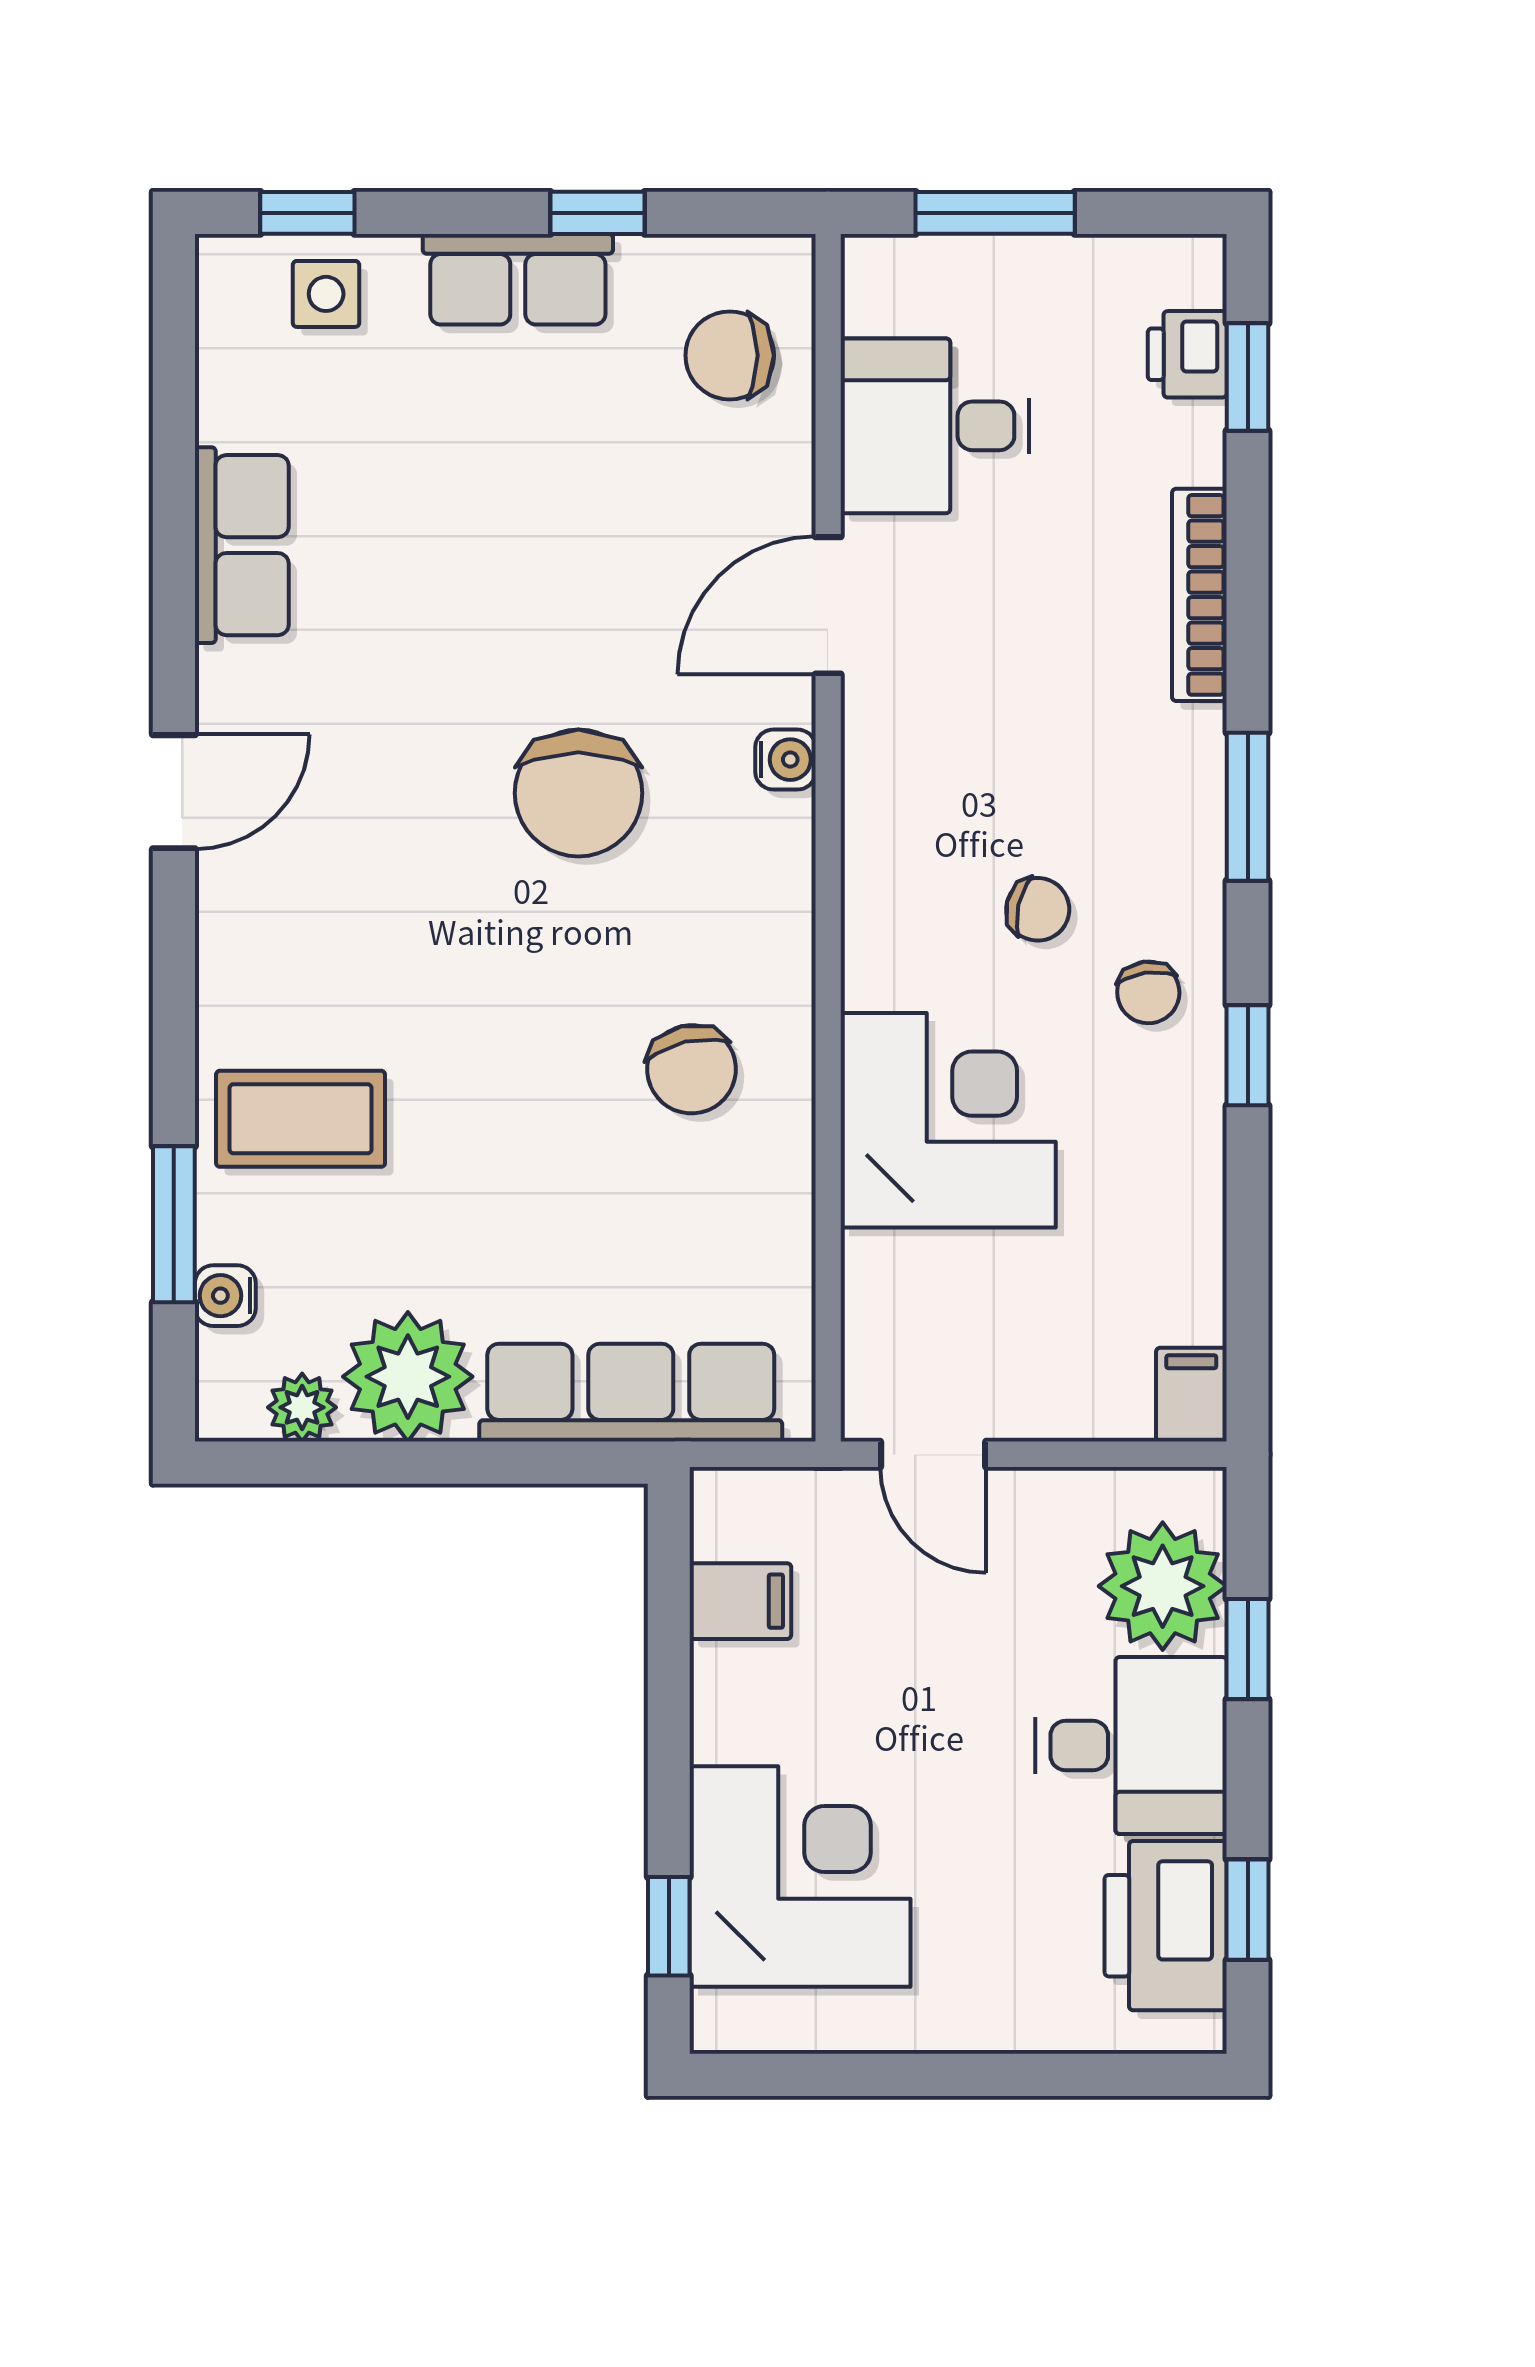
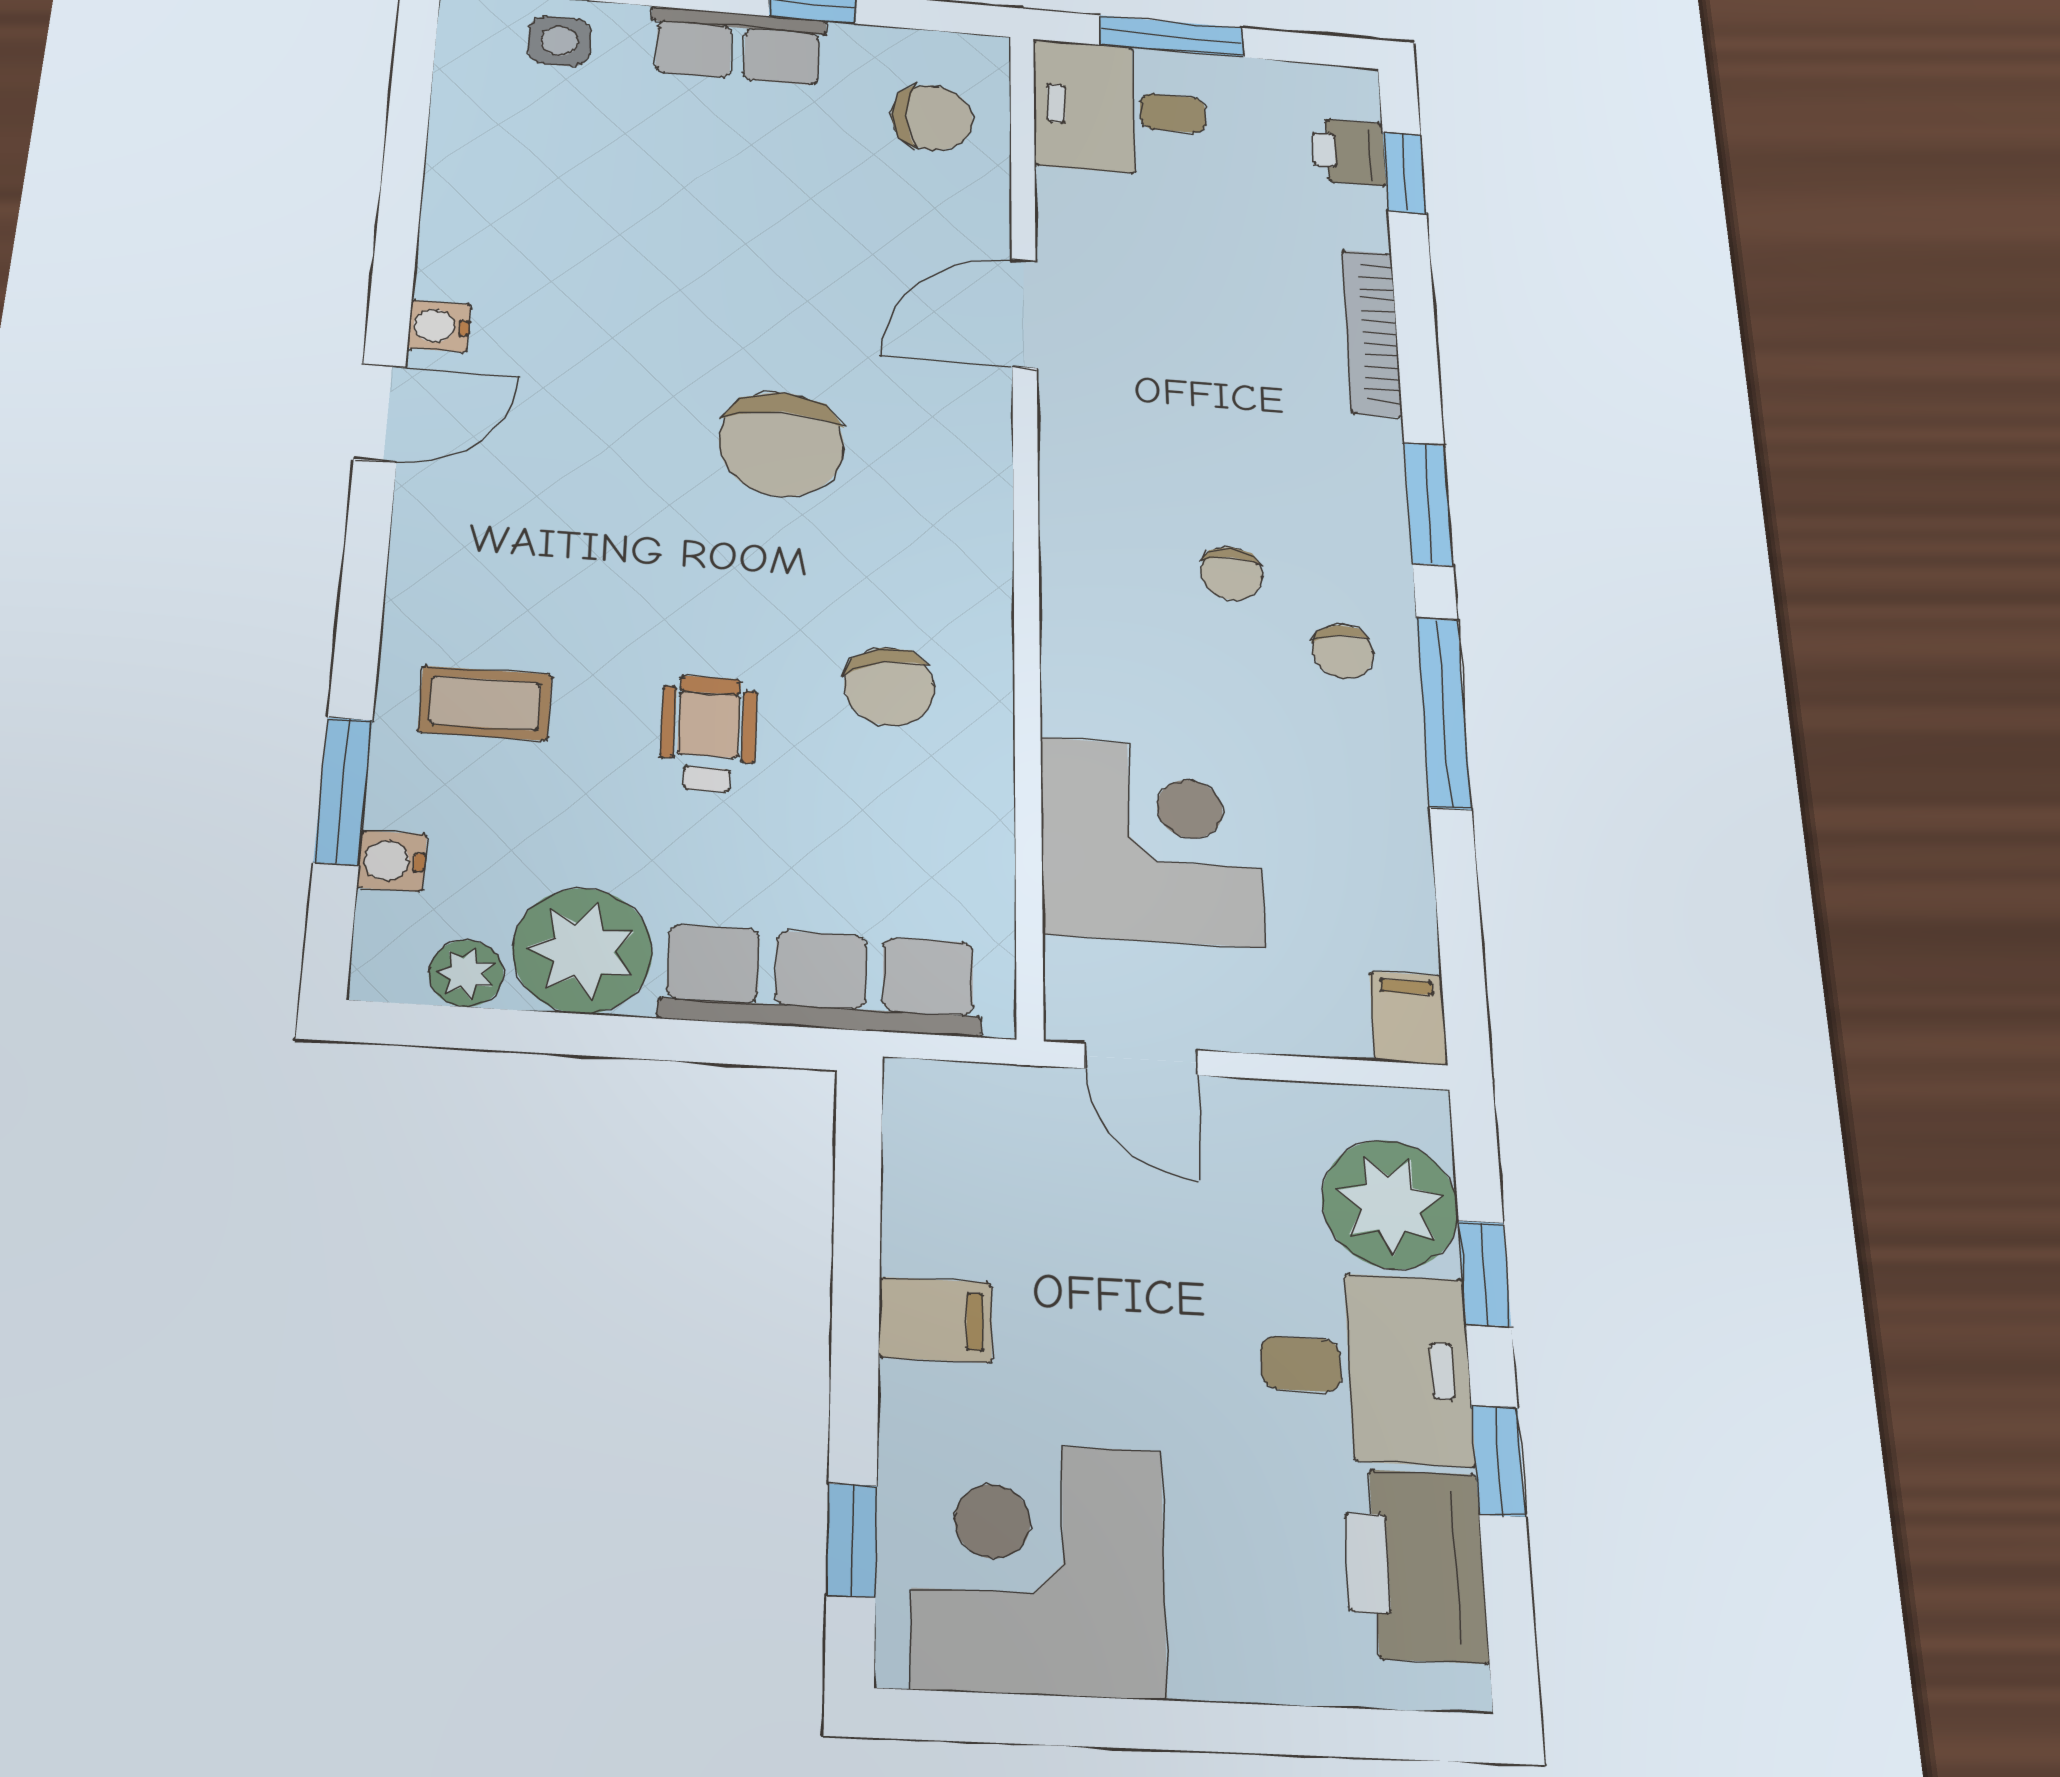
chair: (730, 355) -> (932, 118), turned 180
desk: (935, 426) -> (1120, 109), moved
row of seats: (242, 545) -> (464, 222), removed
water cooler: (785, 760) -> (439, 326), moved, turned 180
chair: (1038, 909) -> (1231, 574), turned 77
window: (1248, 1055) -> (1444, 713), width x2.17
coffee table: (301, 1119) -> (485, 703), width x0.73, depth x0.77
corner desk: (948, 1120) -> (1151, 842), moved
wheelchair: (517, 1136) -> (709, 733), added
filing cabinet: (740, 1601) -> (935, 1320), moved
corner desk: (800, 1877) -> (1038, 1568), moved, turned -90
window: (1248, 1910) -> (1498, 1461), moved

